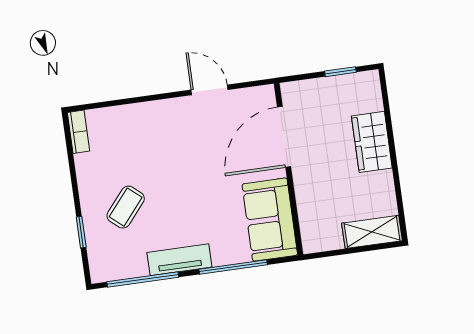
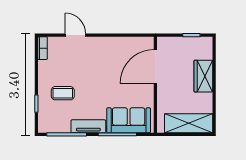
door: (210, 90) -> (75, 35), moved
coffee table: (126, 207) -> (63, 93), turned 50
sofa: (270, 220) -> (129, 120), moved, turned 90
shelving: (372, 232) -> (189, 123), width x1.50, depth x1.33

